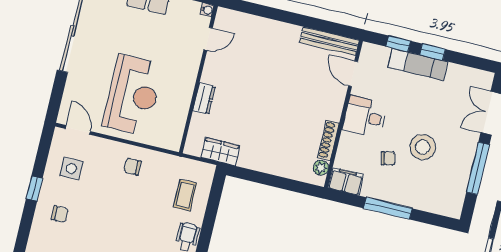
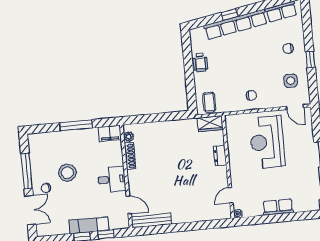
wardrobe: (220, 152) -> (210, 124), moved
chair: (388, 158) -> (46, 188), moved
coffee table: (185, 195) -> (209, 102), moved

